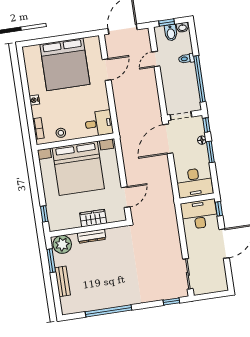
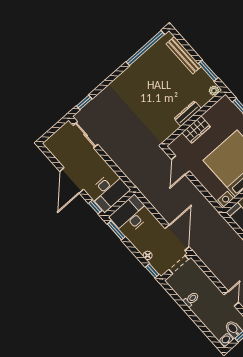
toilet: (186, 59) -> (191, 299), moved
window: (200, 79) -> (183, 306), removed
window: (210, 152) -> (116, 230), moved
plant: (62, 244) -> (214, 91), width x0.53, depth x0.53
bench: (63, 281) -> (184, 55), width x1.36
window: (109, 311) -> (145, 48), moved

